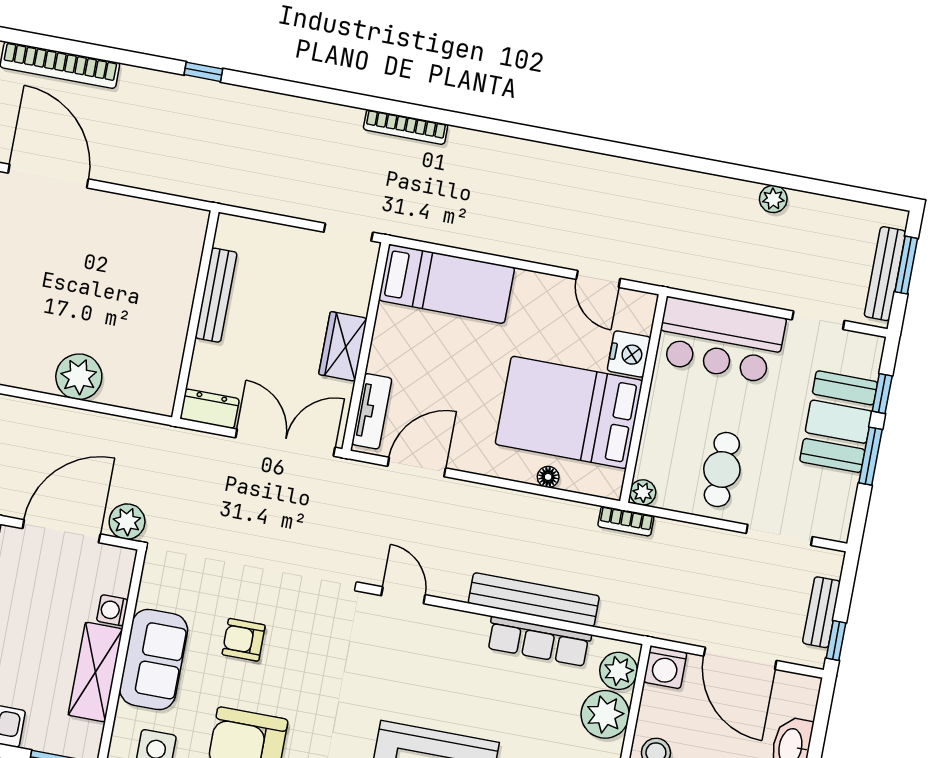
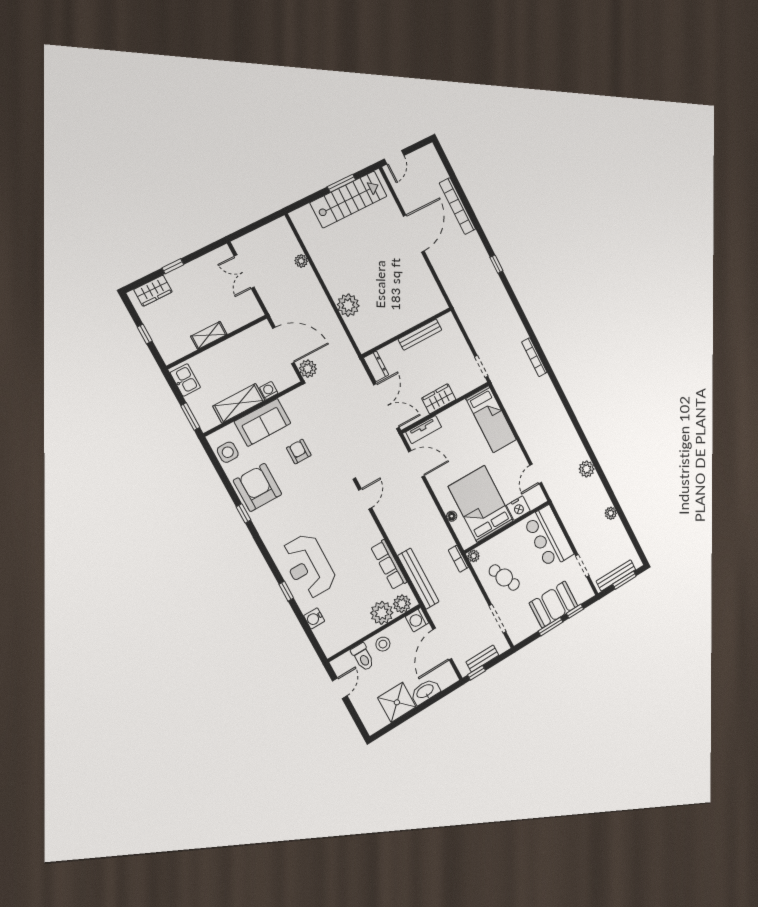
plant: (664, 183) -> (587, 469), added
cafe table: (722, 469) -> (504, 578), turned 64
bench: (534, 600) -> (418, 579), moved

